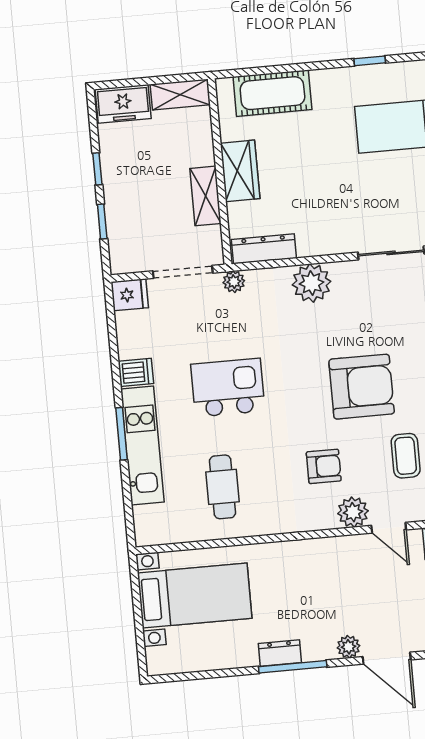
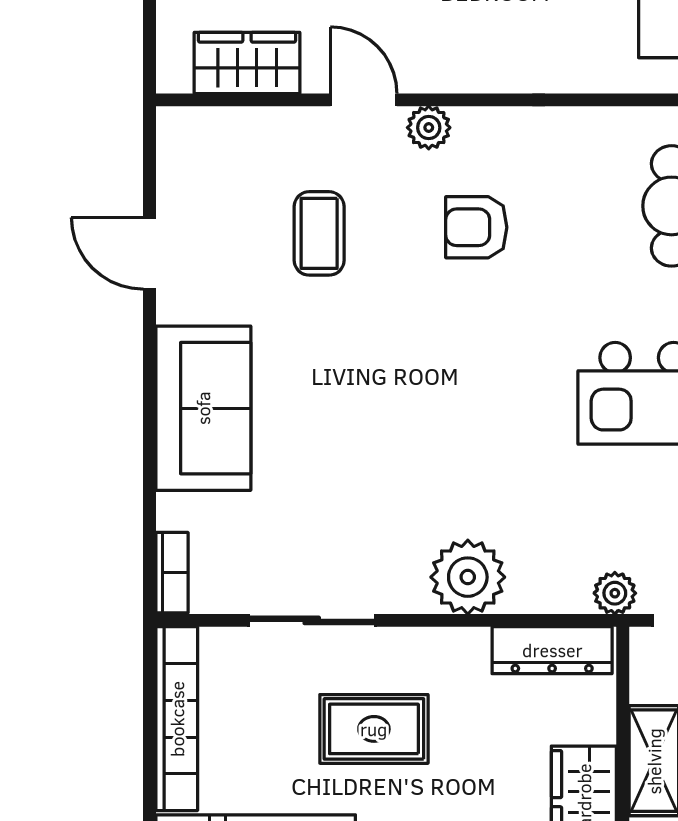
rug: (353, 199) -> (374, 729), added
armchair: (362, 387) -> (391, 372), removed
plant: (353, 512) -> (429, 128), width x0.73, depth x0.73

